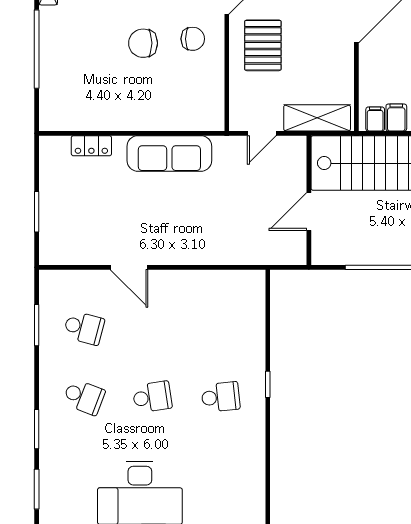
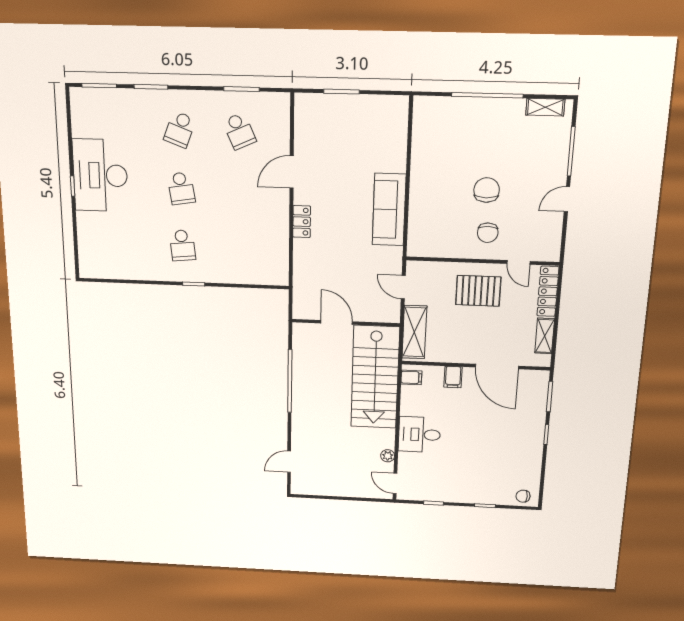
filing cabinet: (396, 118) -> (453, 377), moved, turned 90
locker: (91, 146) -> (302, 222), moved, turned 180
school desk: (84, 328) -> (239, 131), turned -39

